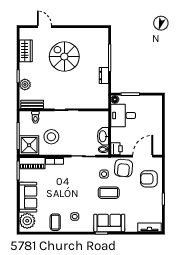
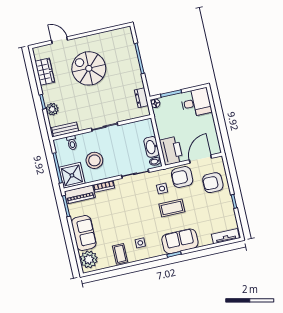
dresser: (104, 76) -> (141, 98), moved
desk: (123, 116) -> (196, 103), moved, turned 180
printer: (117, 149) -> (171, 151), width x1.87, depth x1.48
armchair: (124, 168) -> (182, 177), turned 85

